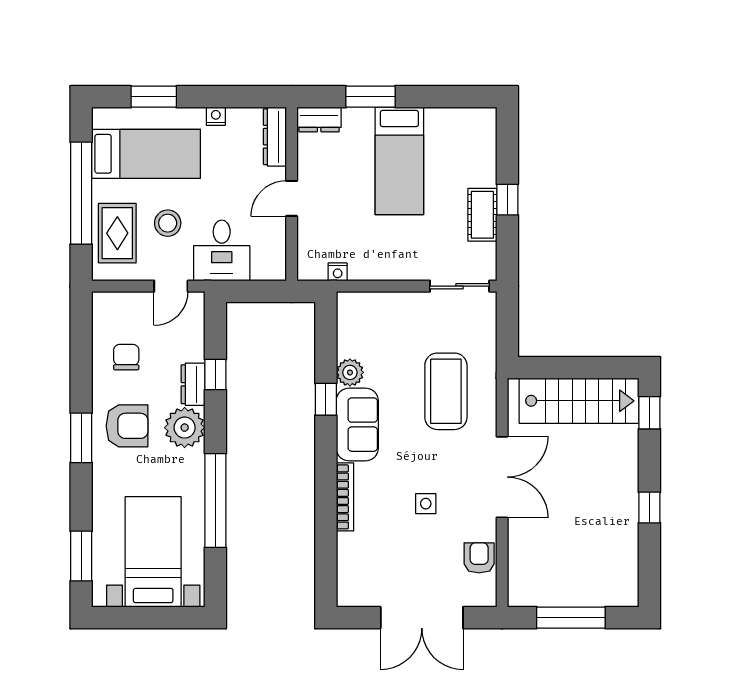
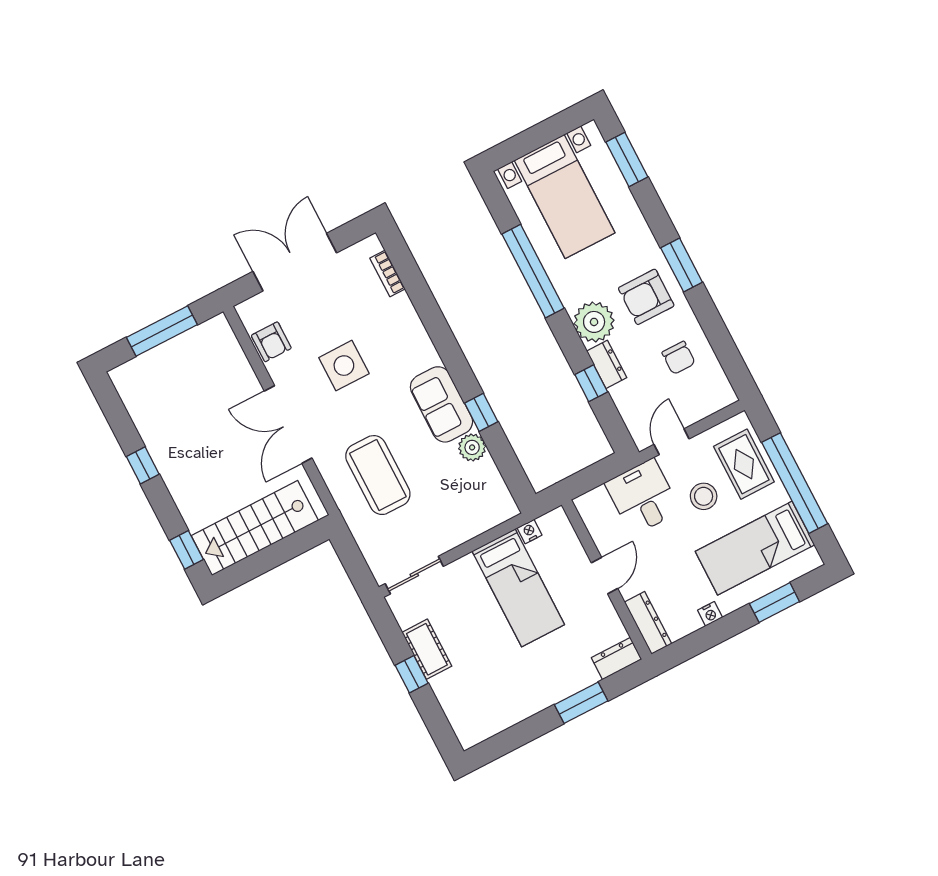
bed: (399, 161) -> (518, 588), moved, turned 180
bookcase: (345, 497) -> (387, 273), moved, width x0.64
side table: (426, 504) -> (344, 366), width x1.87, depth x1.87

